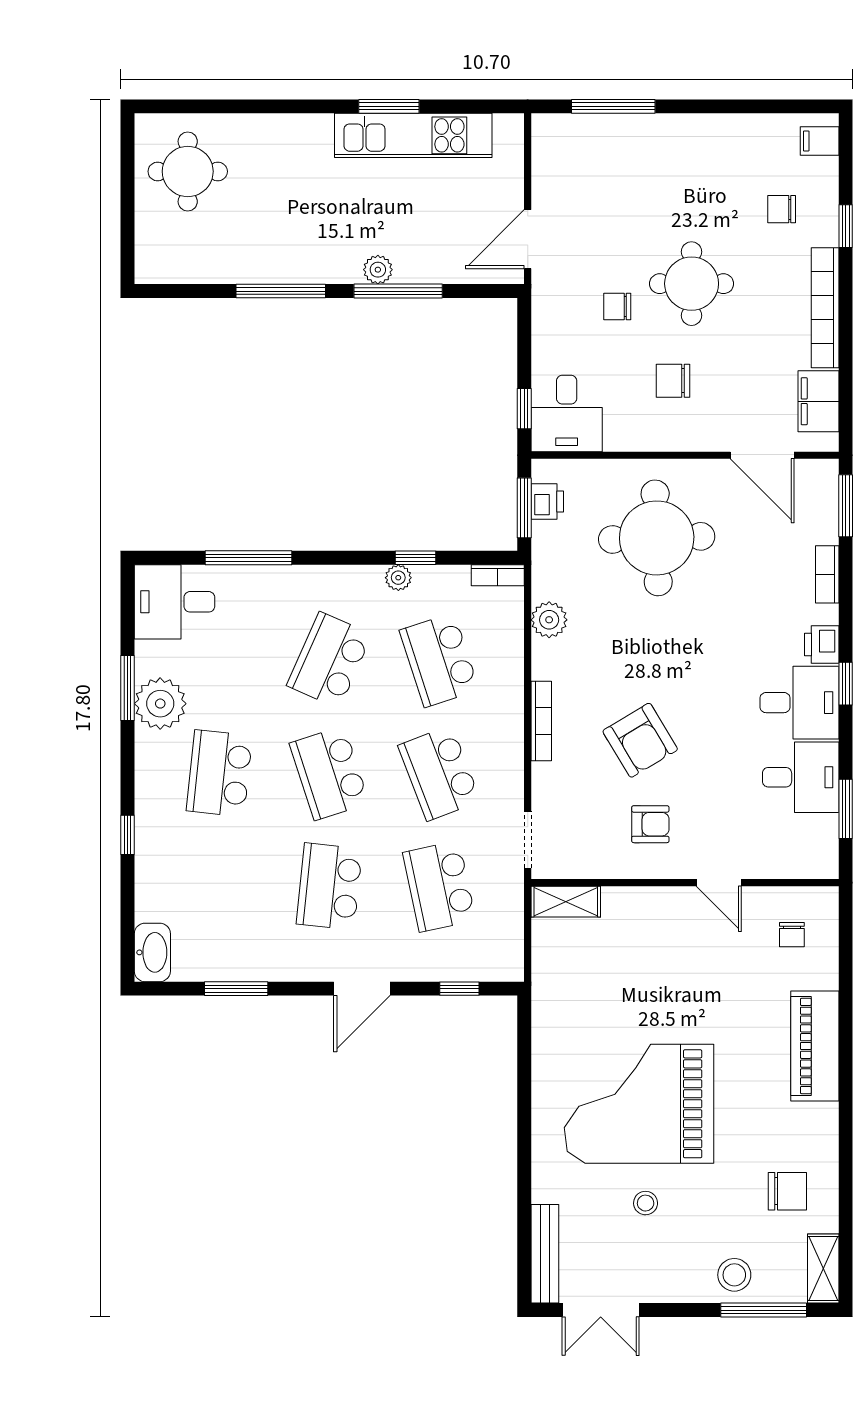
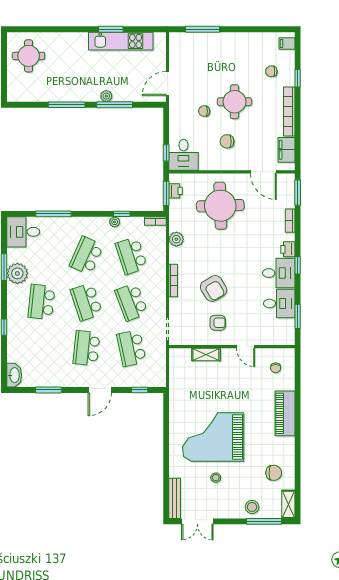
shelving: (566, 902) -> (206, 354), moved

